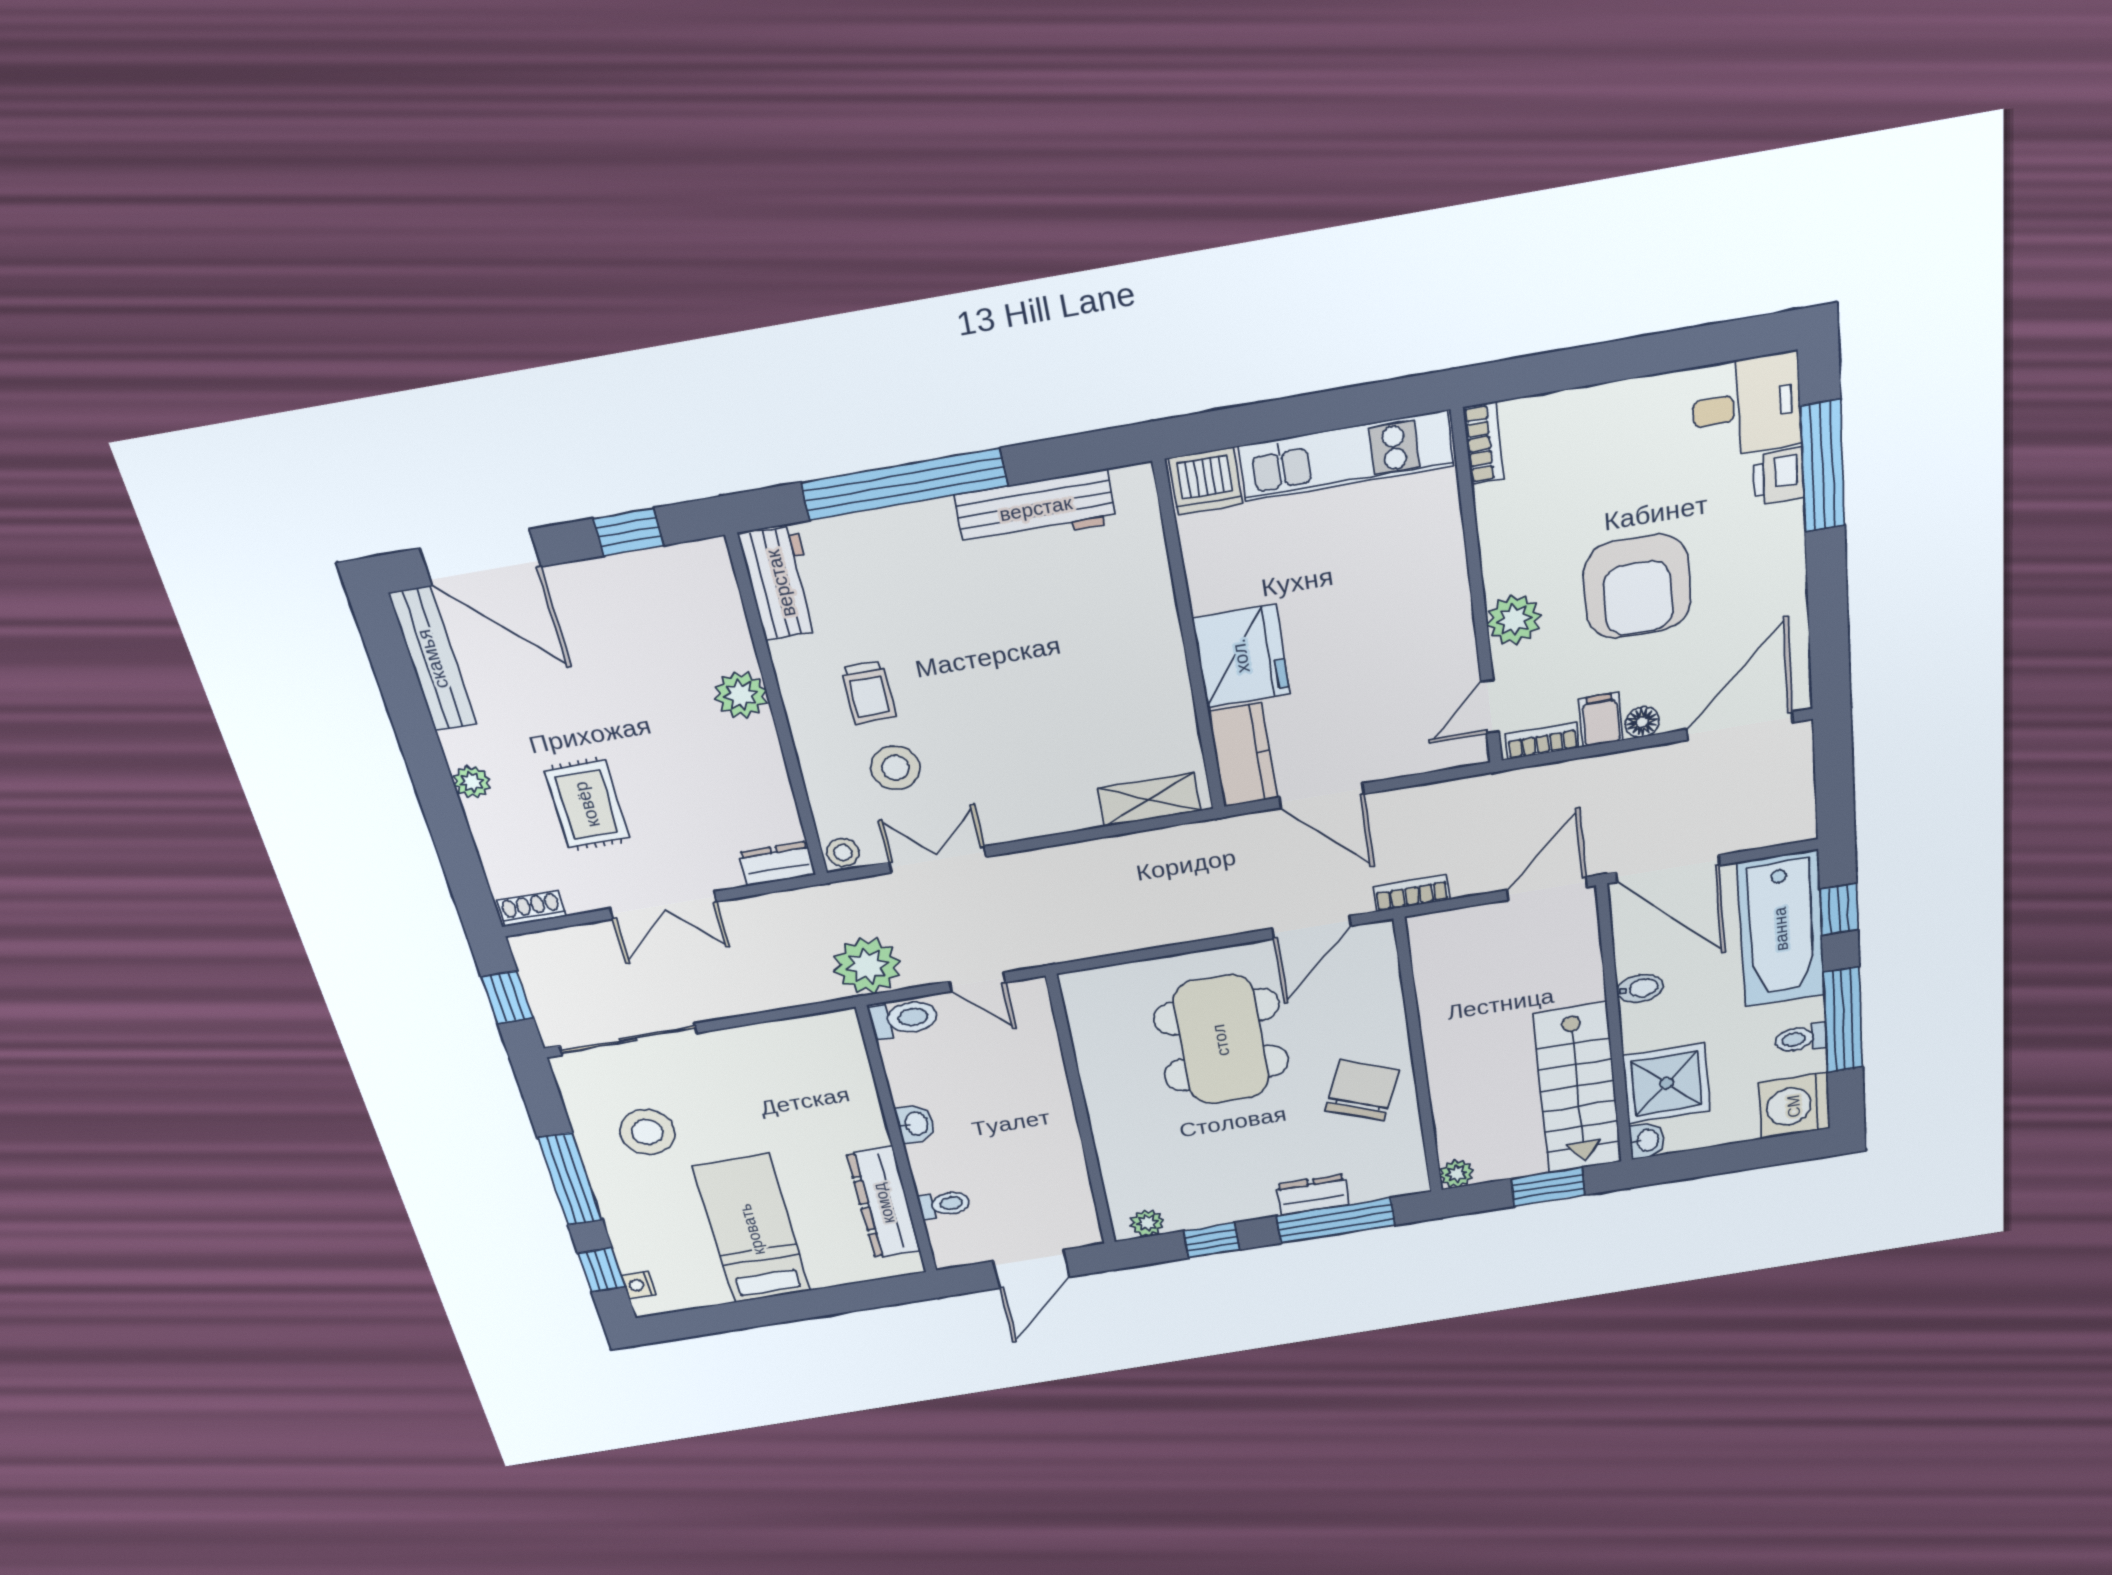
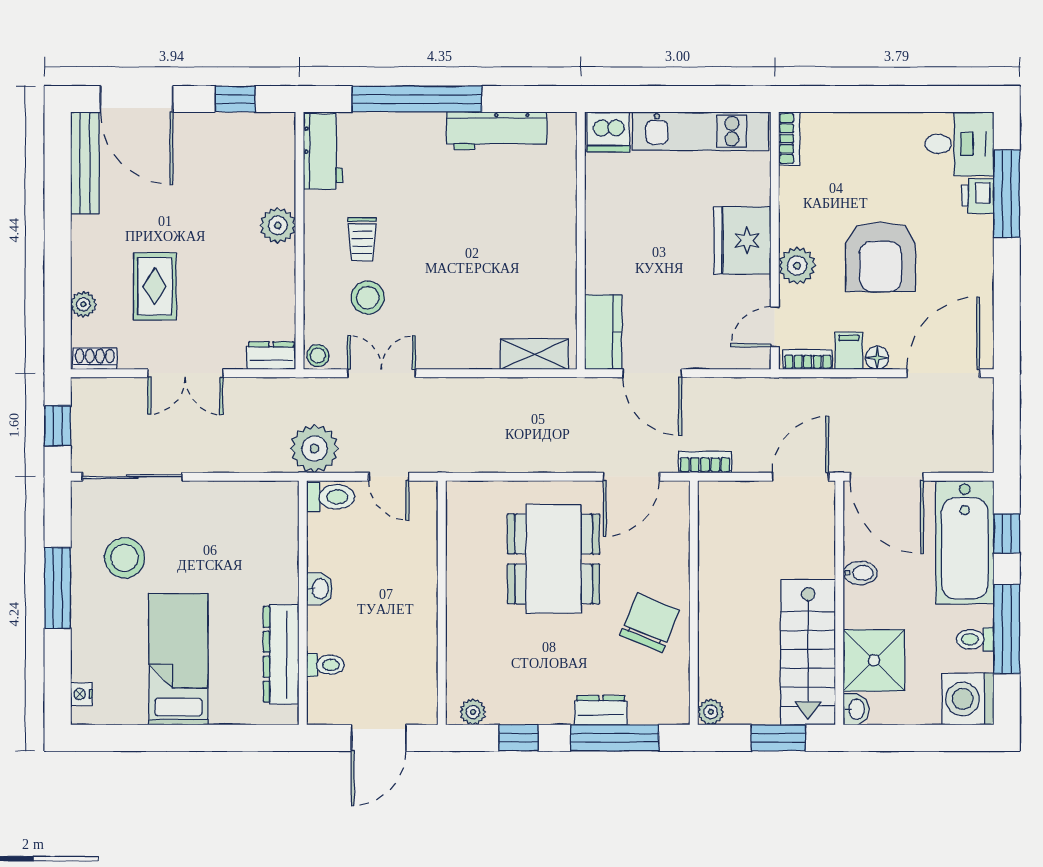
fridge: (1241, 656) -> (742, 240), moved, turned 180
plant: (472, 782) -> (83, 304), moved
window: (602, 1270) -> (58, 675), removed

